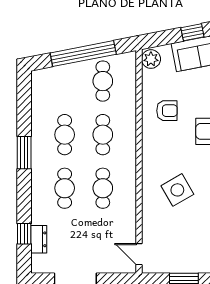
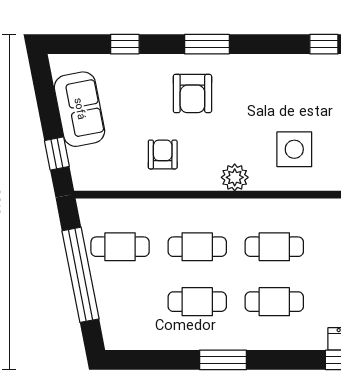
window: (192, 32) -> (57, 153), moved
plant: (151, 59) -> (235, 177), moved
side table: (177, 190) -> (294, 149), moved, turned 30

